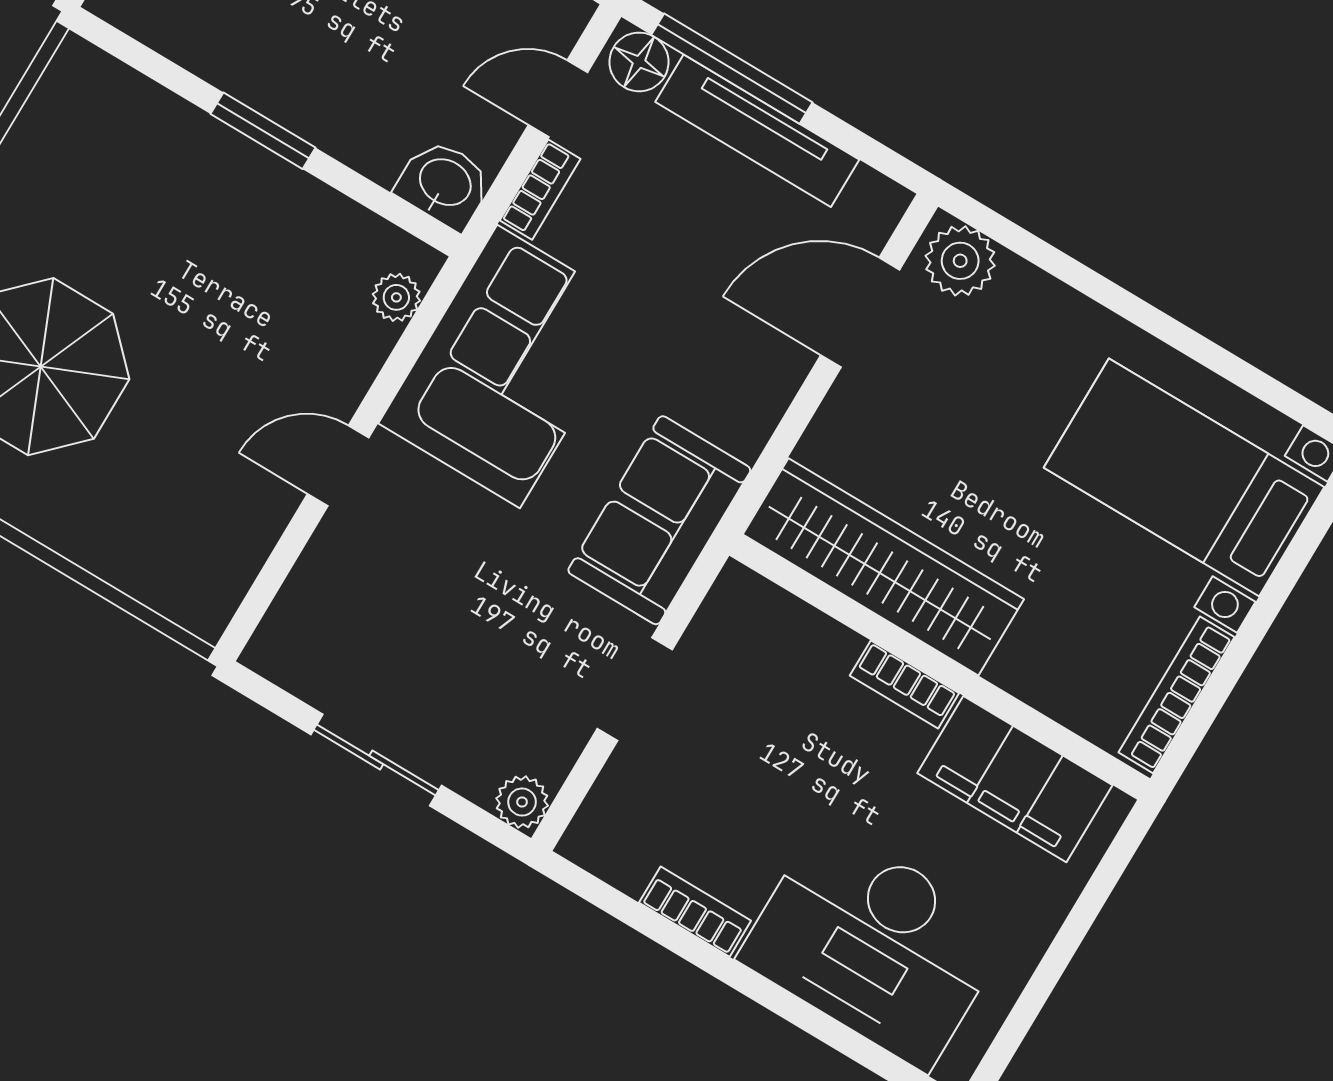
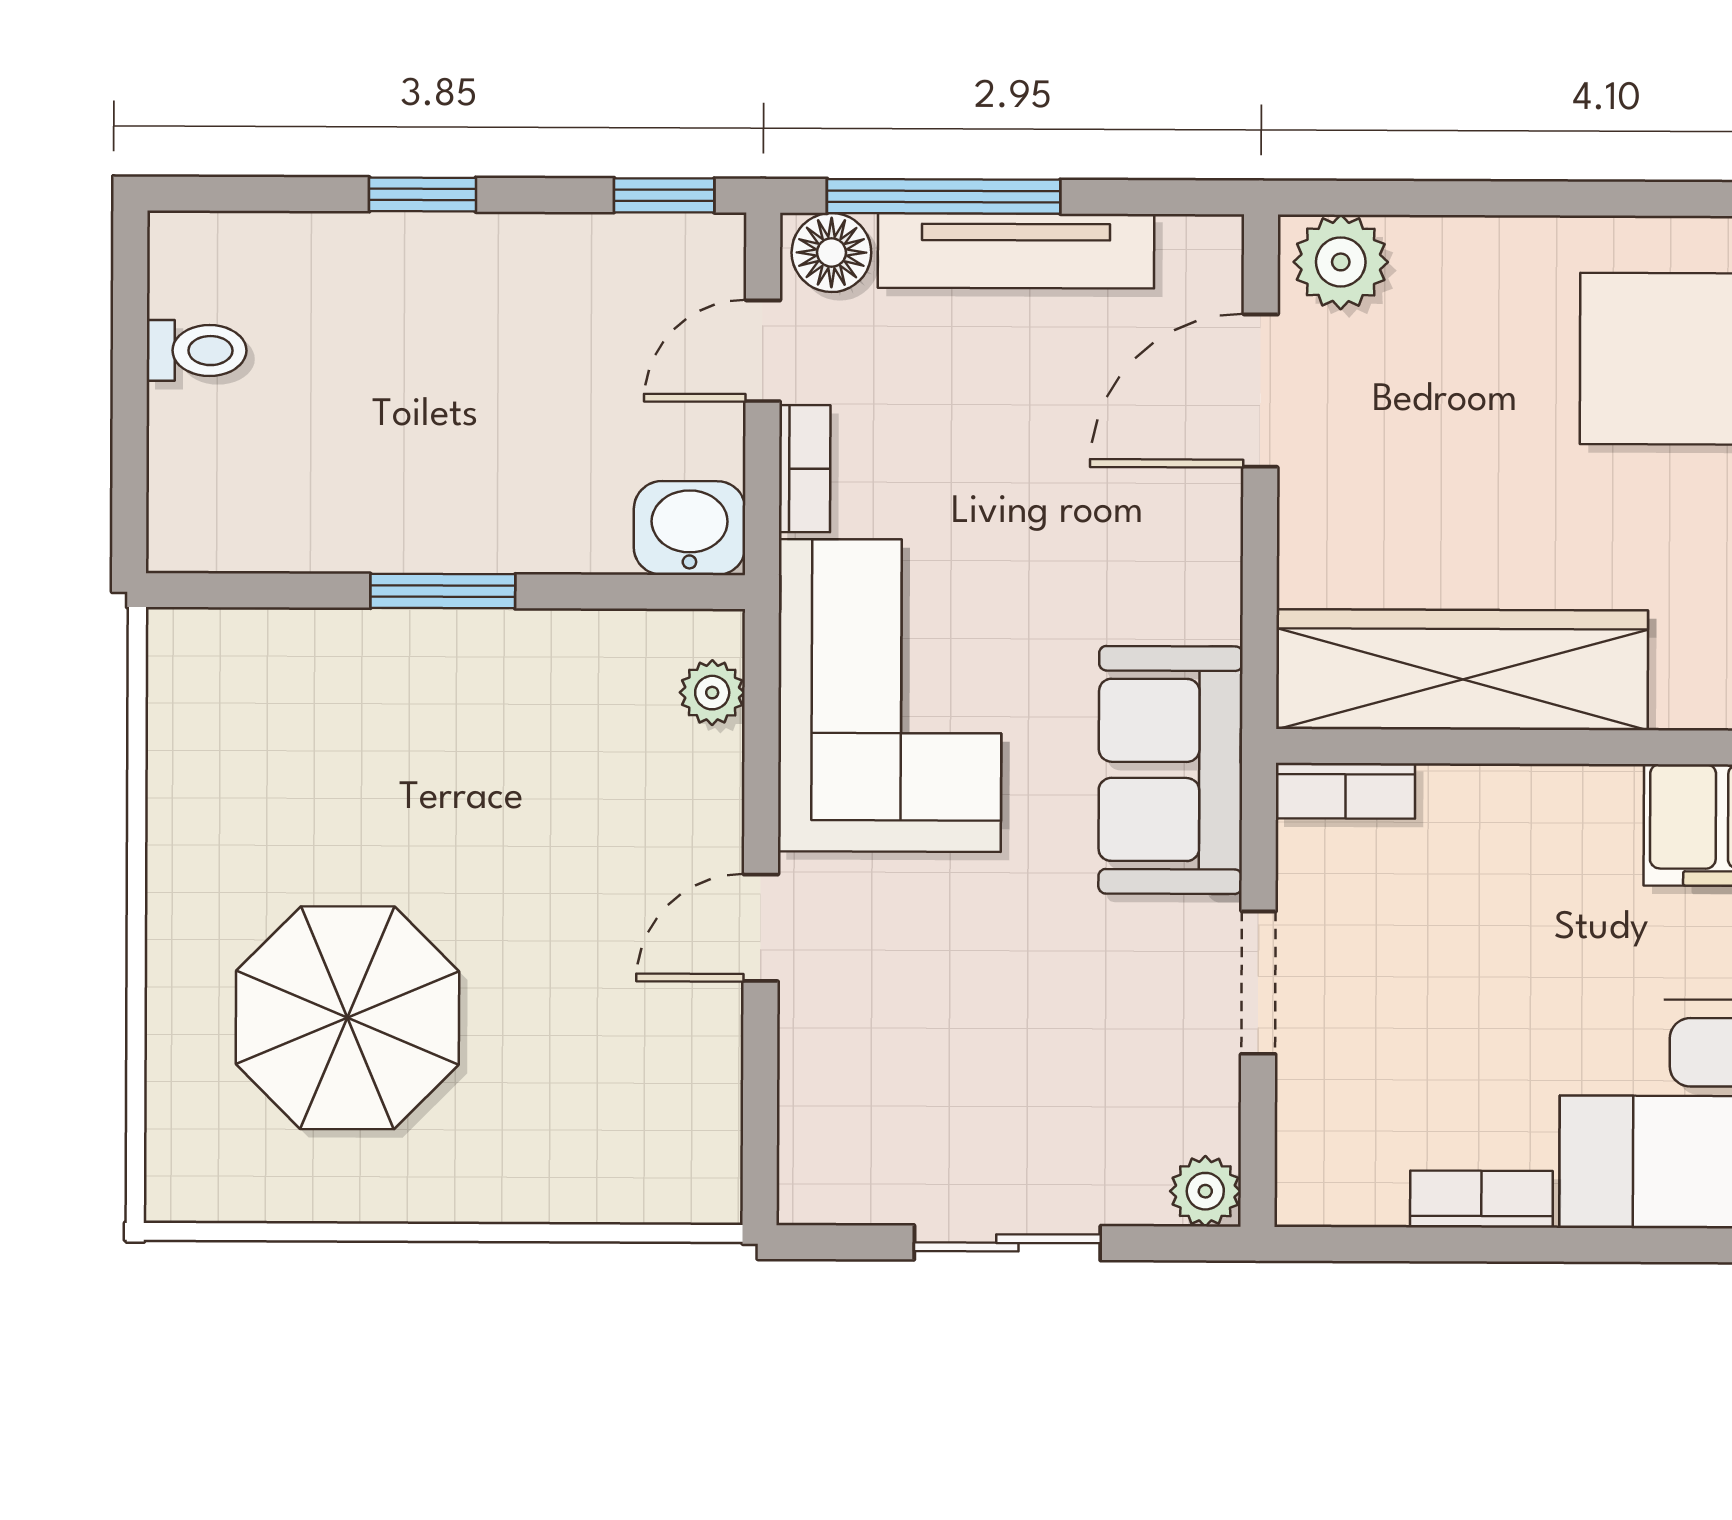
bookcase: (904, 684) -> (1345, 791), moved

